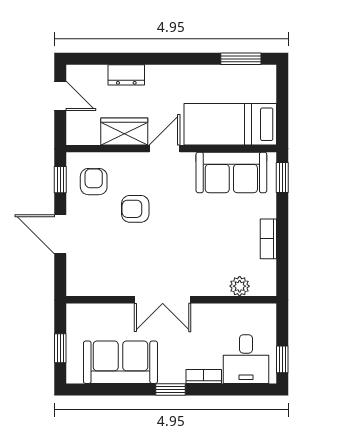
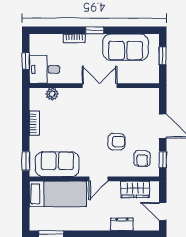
wardrobe: (124, 131) -> (135, 189), moved
desk: (246, 359) -> (45, 69), moved, turned -90
window: (282, 359) -> (26, 61), moved

